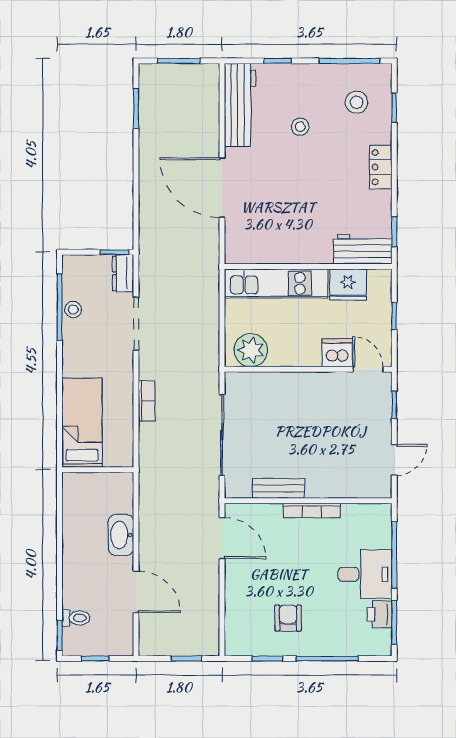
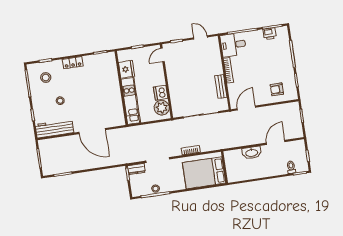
door: (222, 188) -> (92, 131), hinge flipped
workbench: (363, 249) -> (110, 65), removed
dishwasher: (337, 353) -> (161, 93), moved
bed: (82, 423) -> (204, 173), width x1.50
desk: (365, 574) -> (233, 45), moved, turned -90
armchair: (288, 618) -> (277, 89), moved

